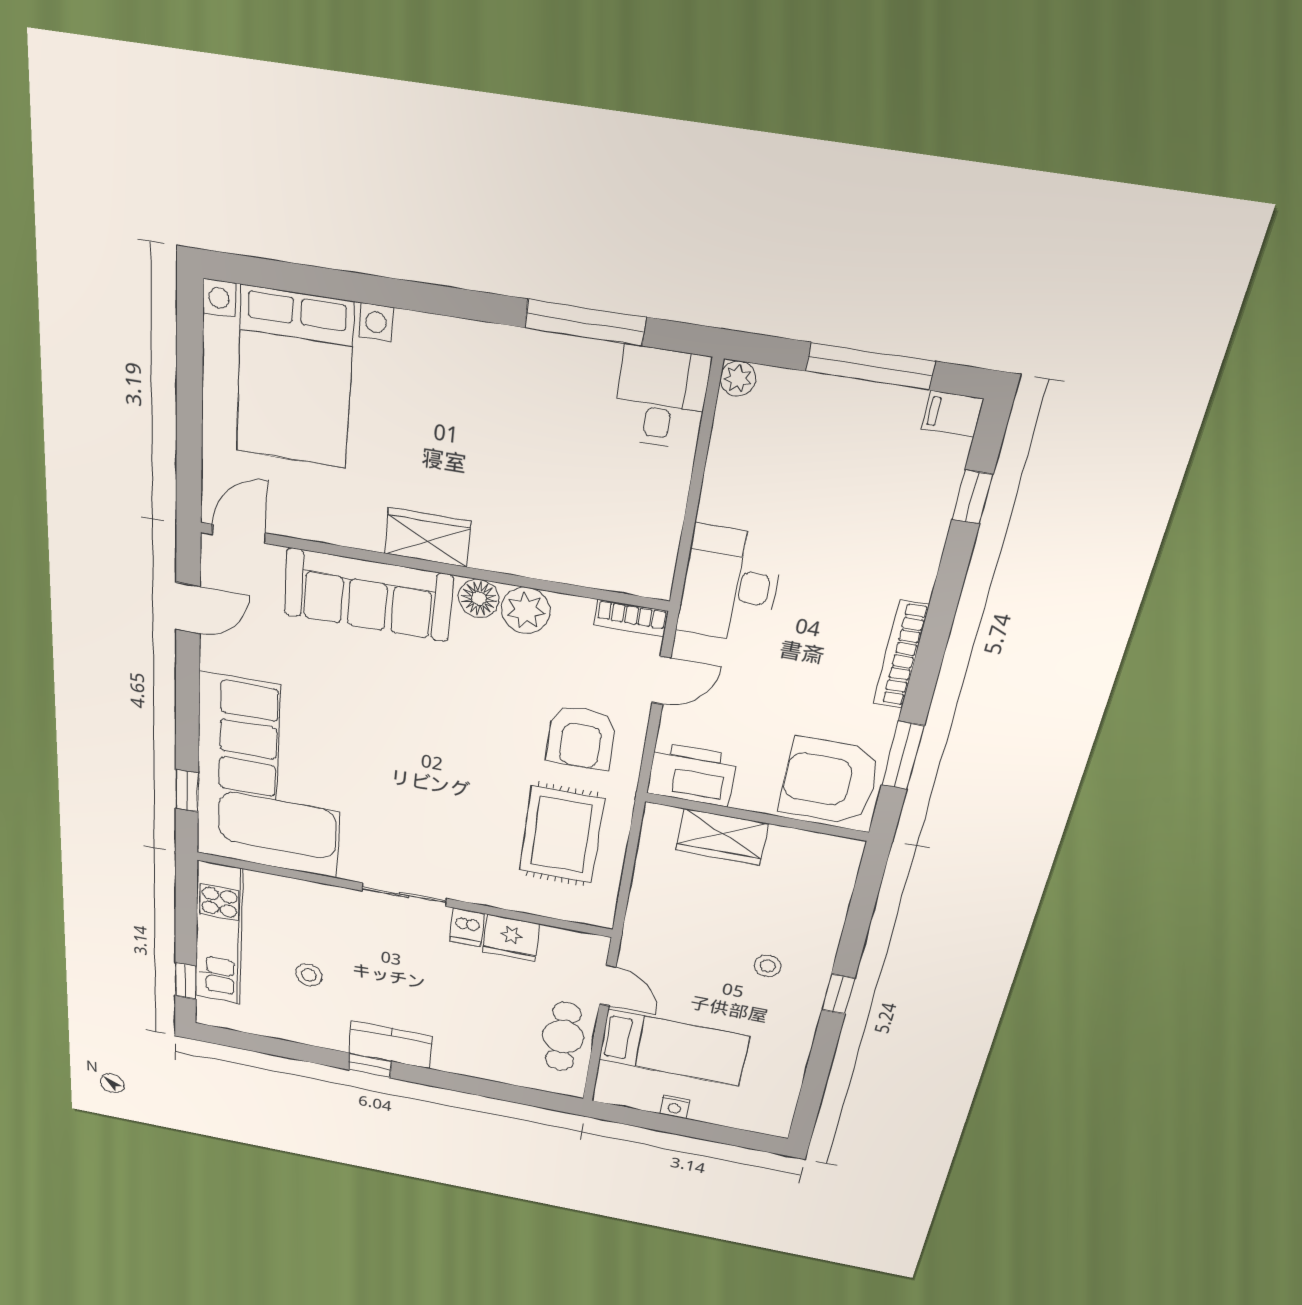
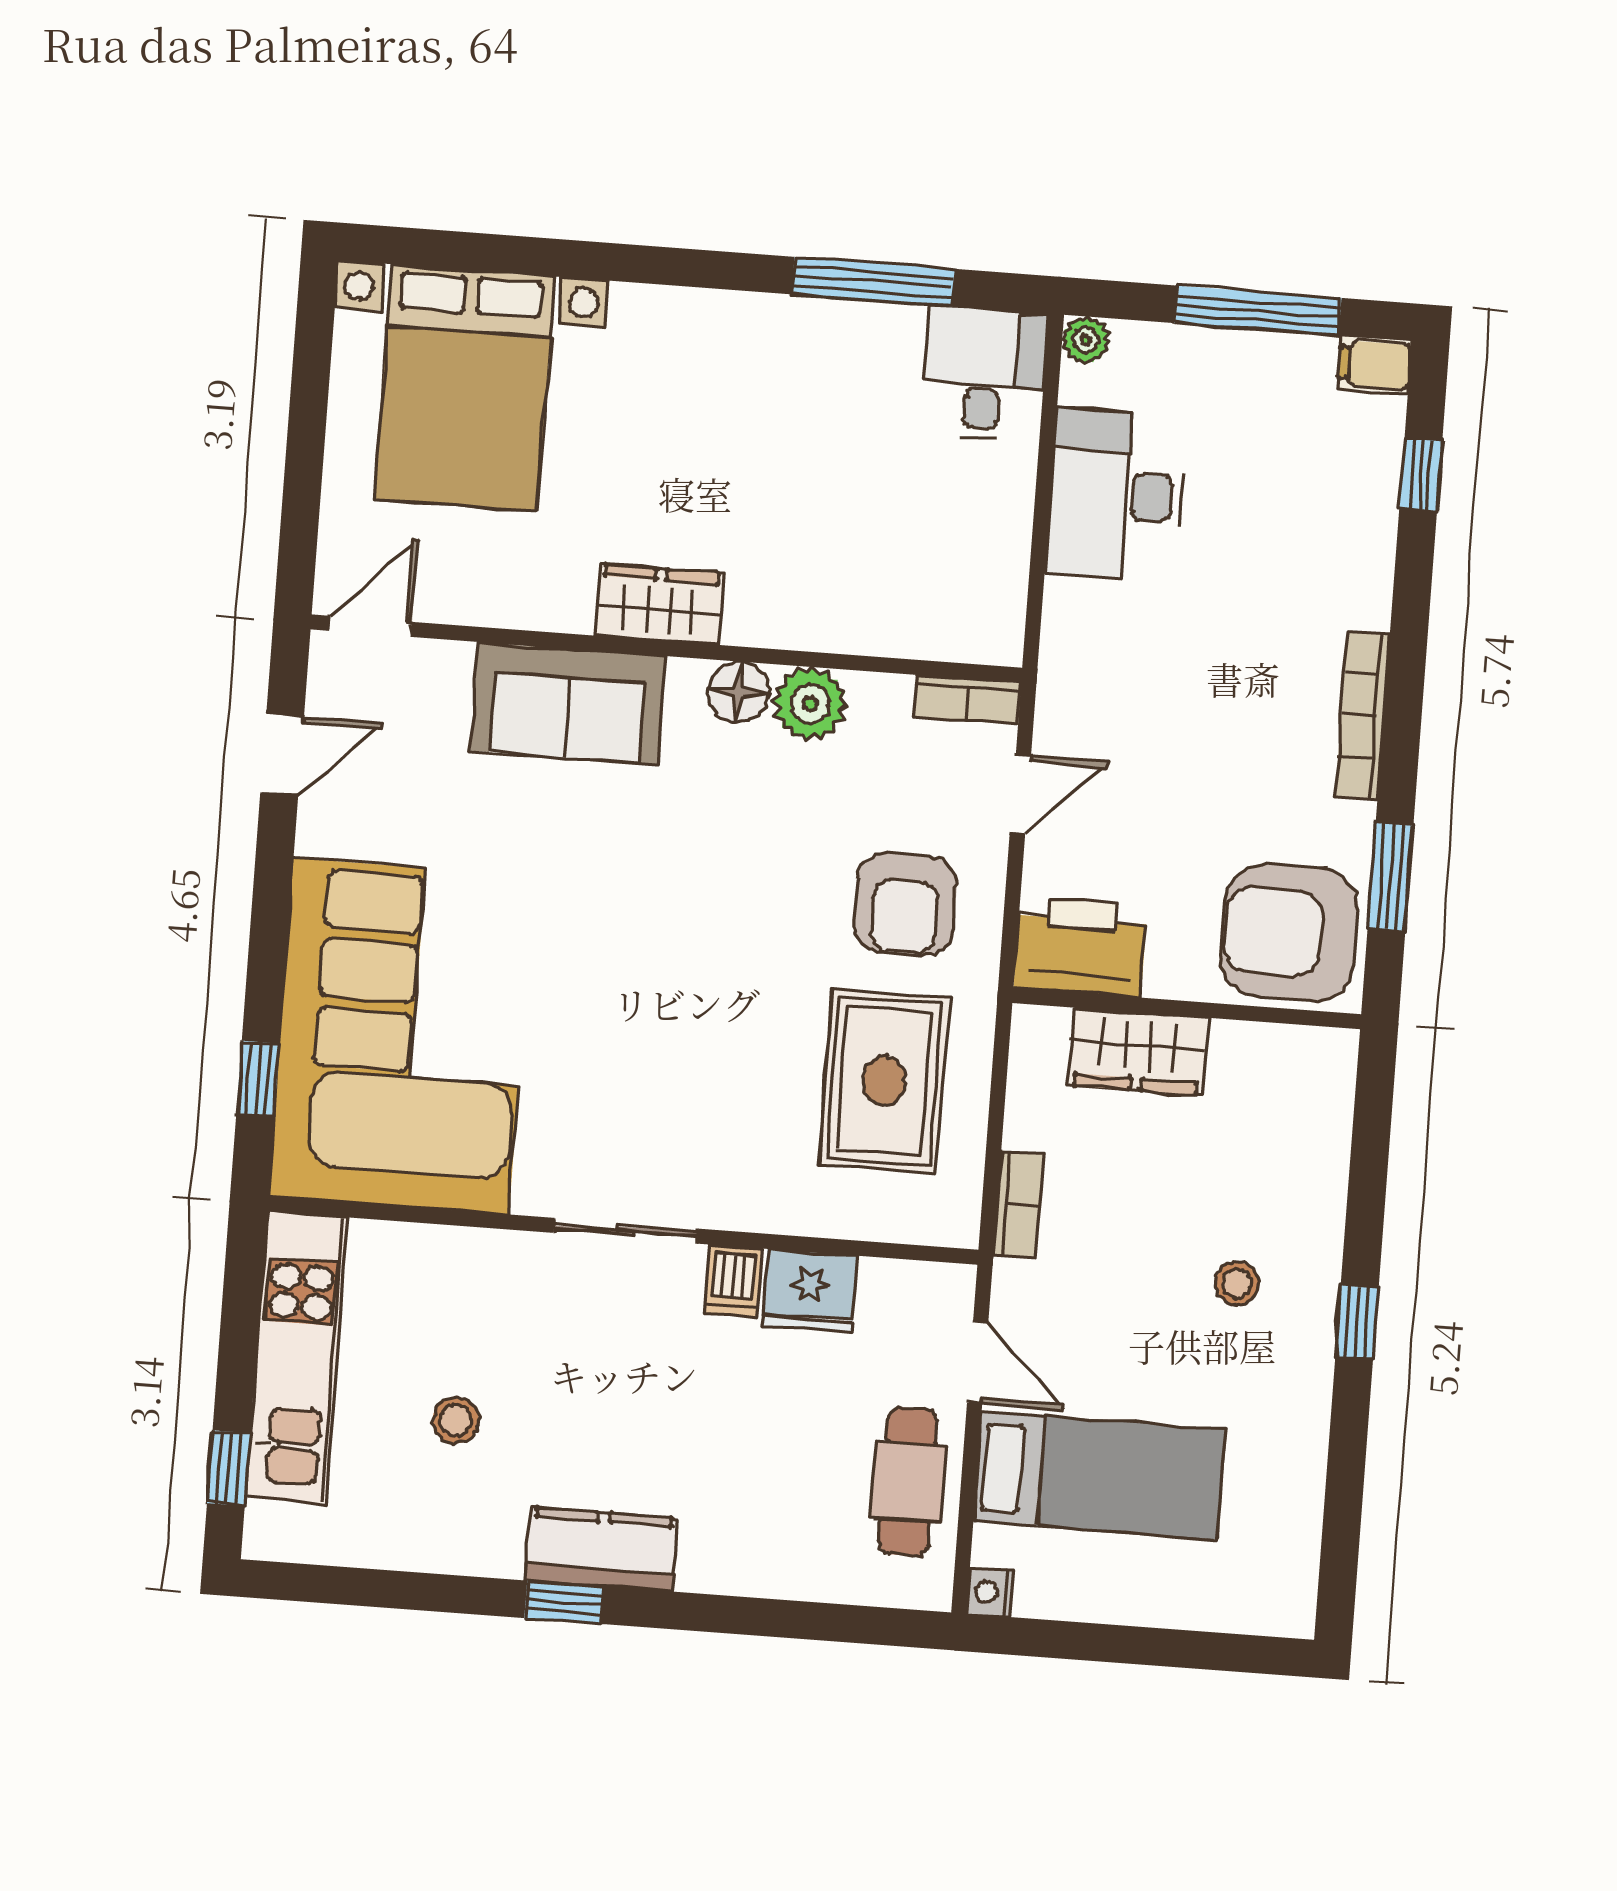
desk: (730, 585) -> (1116, 495), moved
sofa: (368, 595) -> (568, 703), width x0.73
bookcase: (639, 910) -> (1018, 1205), added
nightstand: (675, 1107) -> (990, 1592), moved, turned 90

